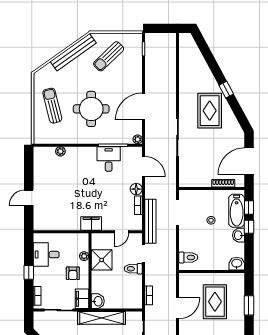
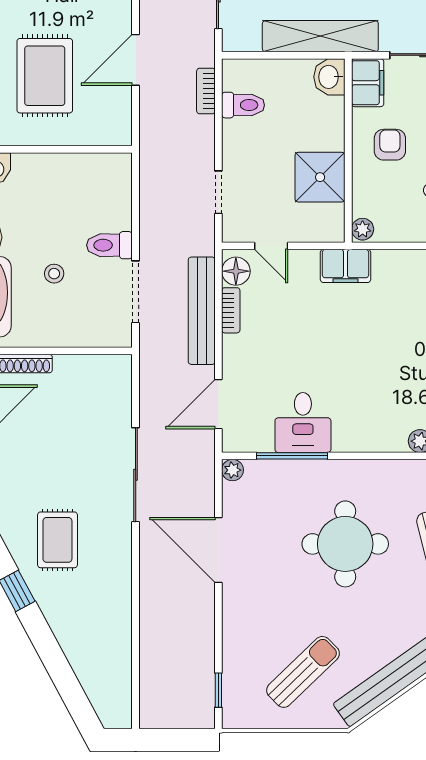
door: (143, 107) -> (218, 550), swing flipped
rug: (210, 111) -> (57, 540), width x0.73, depth x0.70
door: (143, 167) -> (218, 404), hinge flipped
floor lamp: (136, 189) -> (236, 271), moved
bench: (150, 221) -> (202, 311), moved
door: (122, 232) -> (271, 246), swing flipped
plant: (84, 256) -> (363, 229), moved
toilet: (188, 257) -> (109, 245), moved
toilet: (133, 269) -> (243, 105), moved

